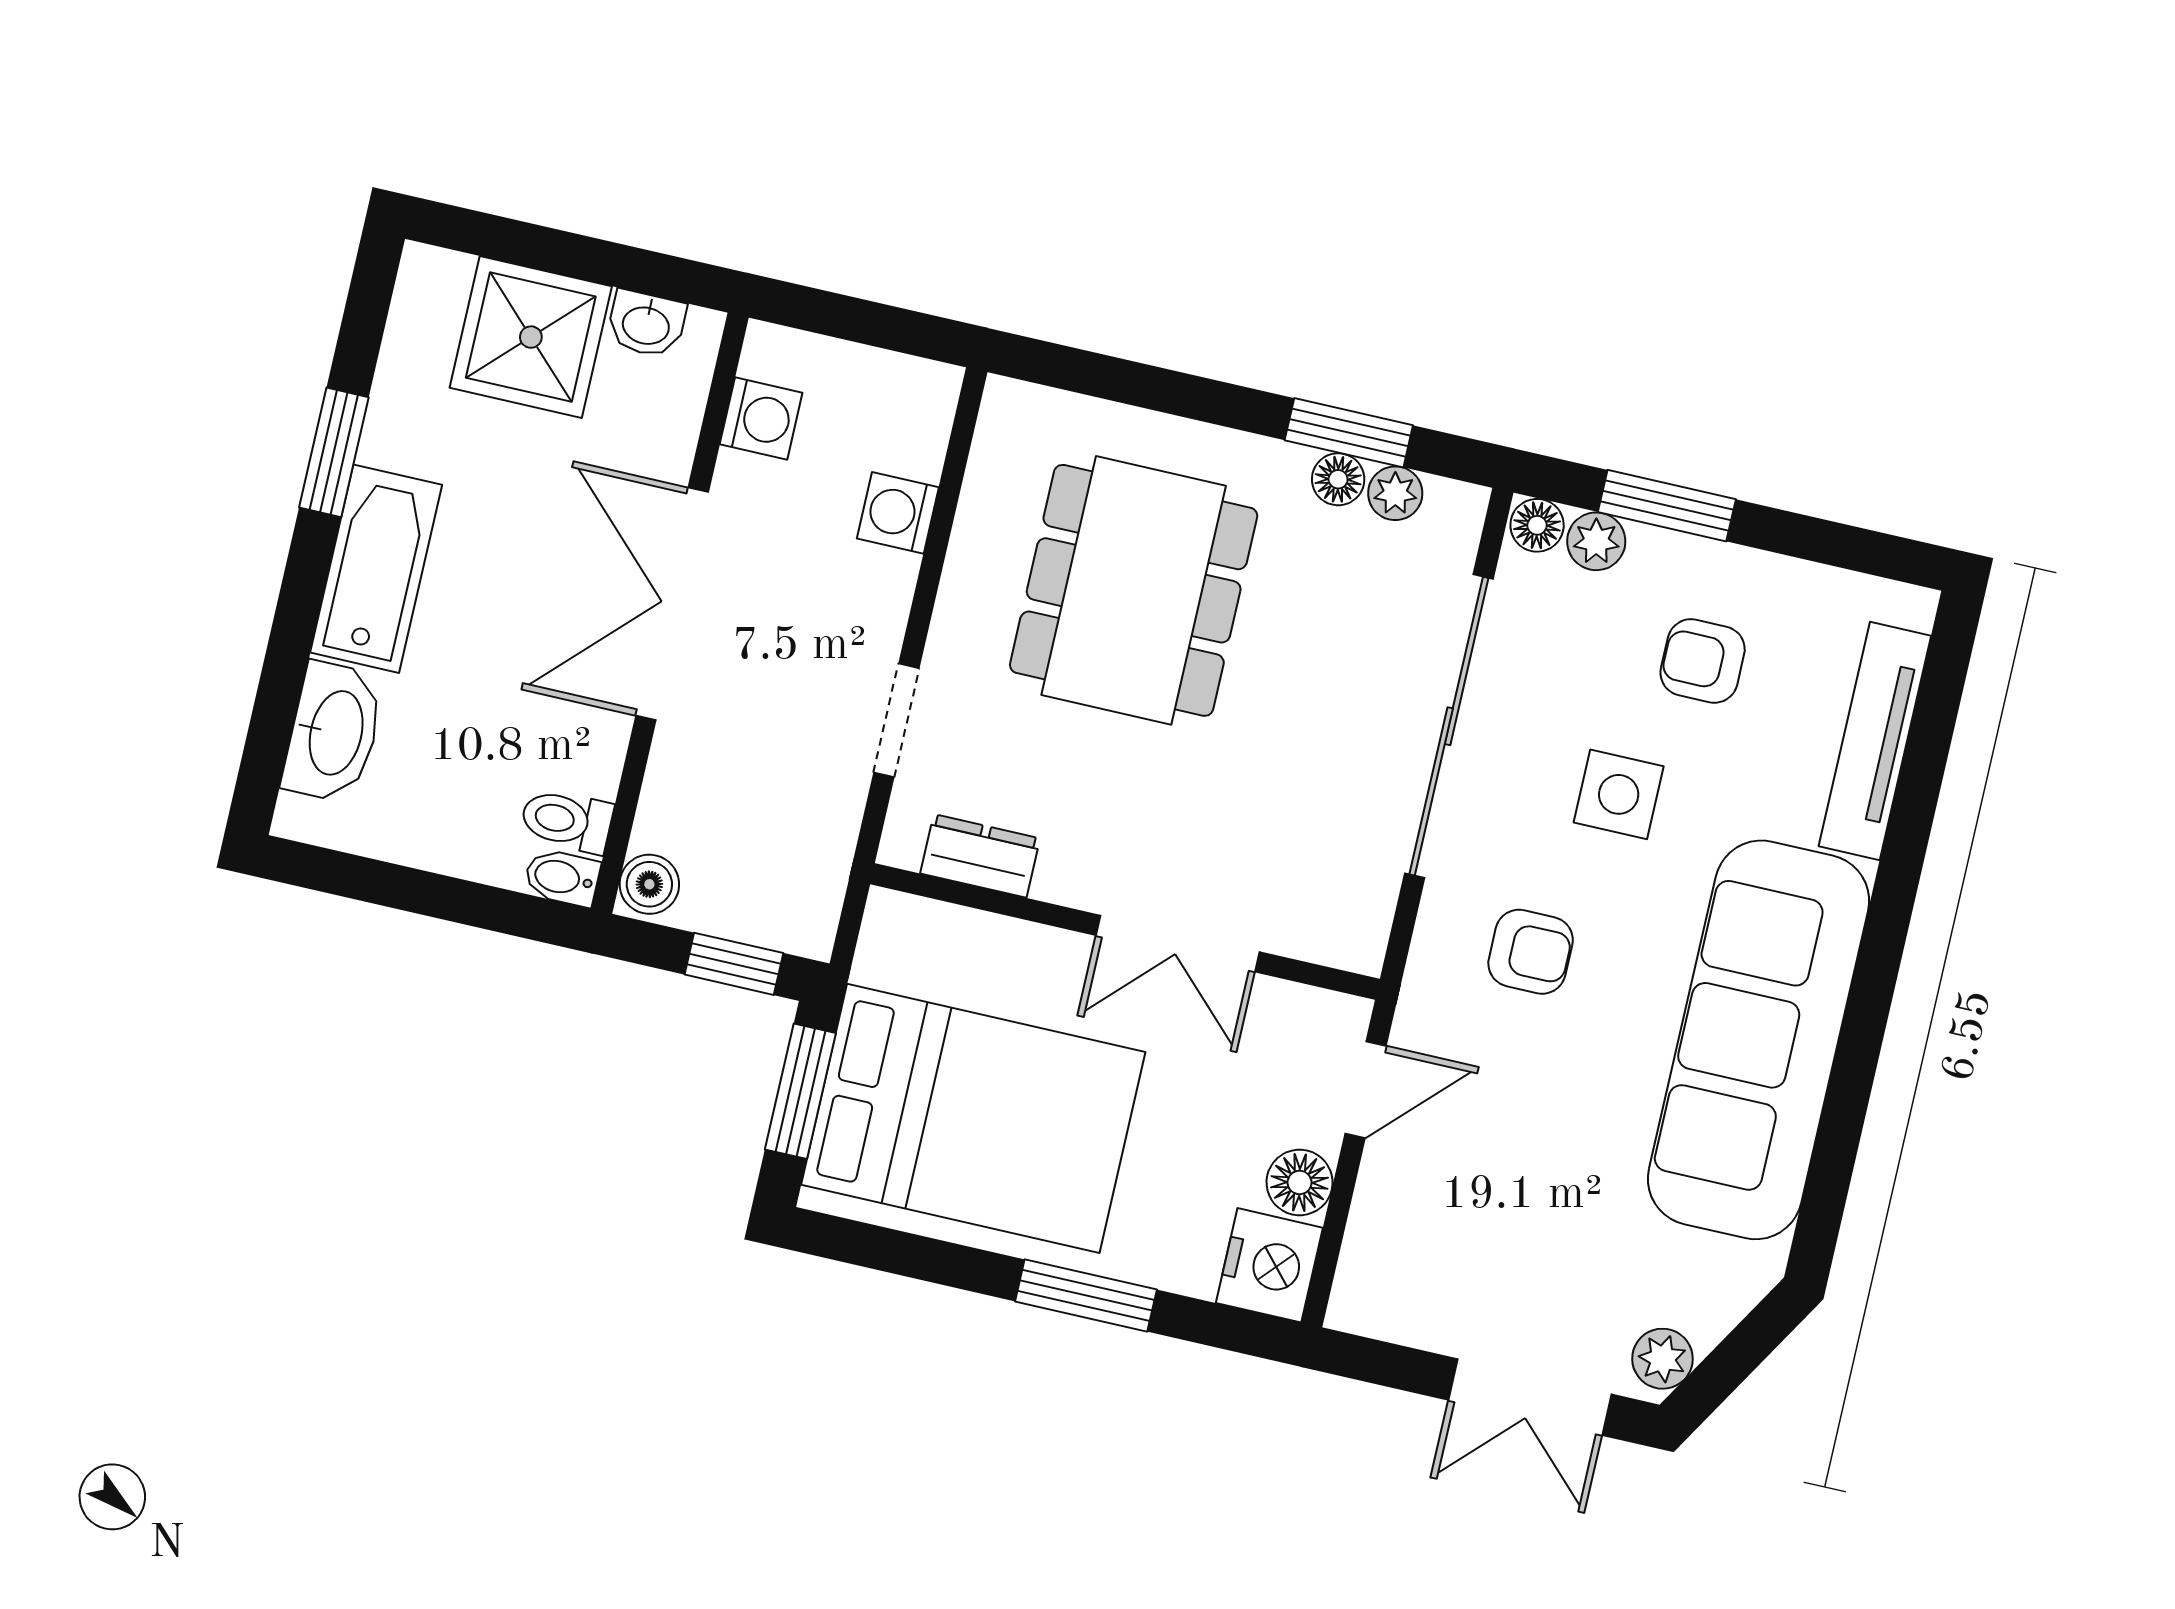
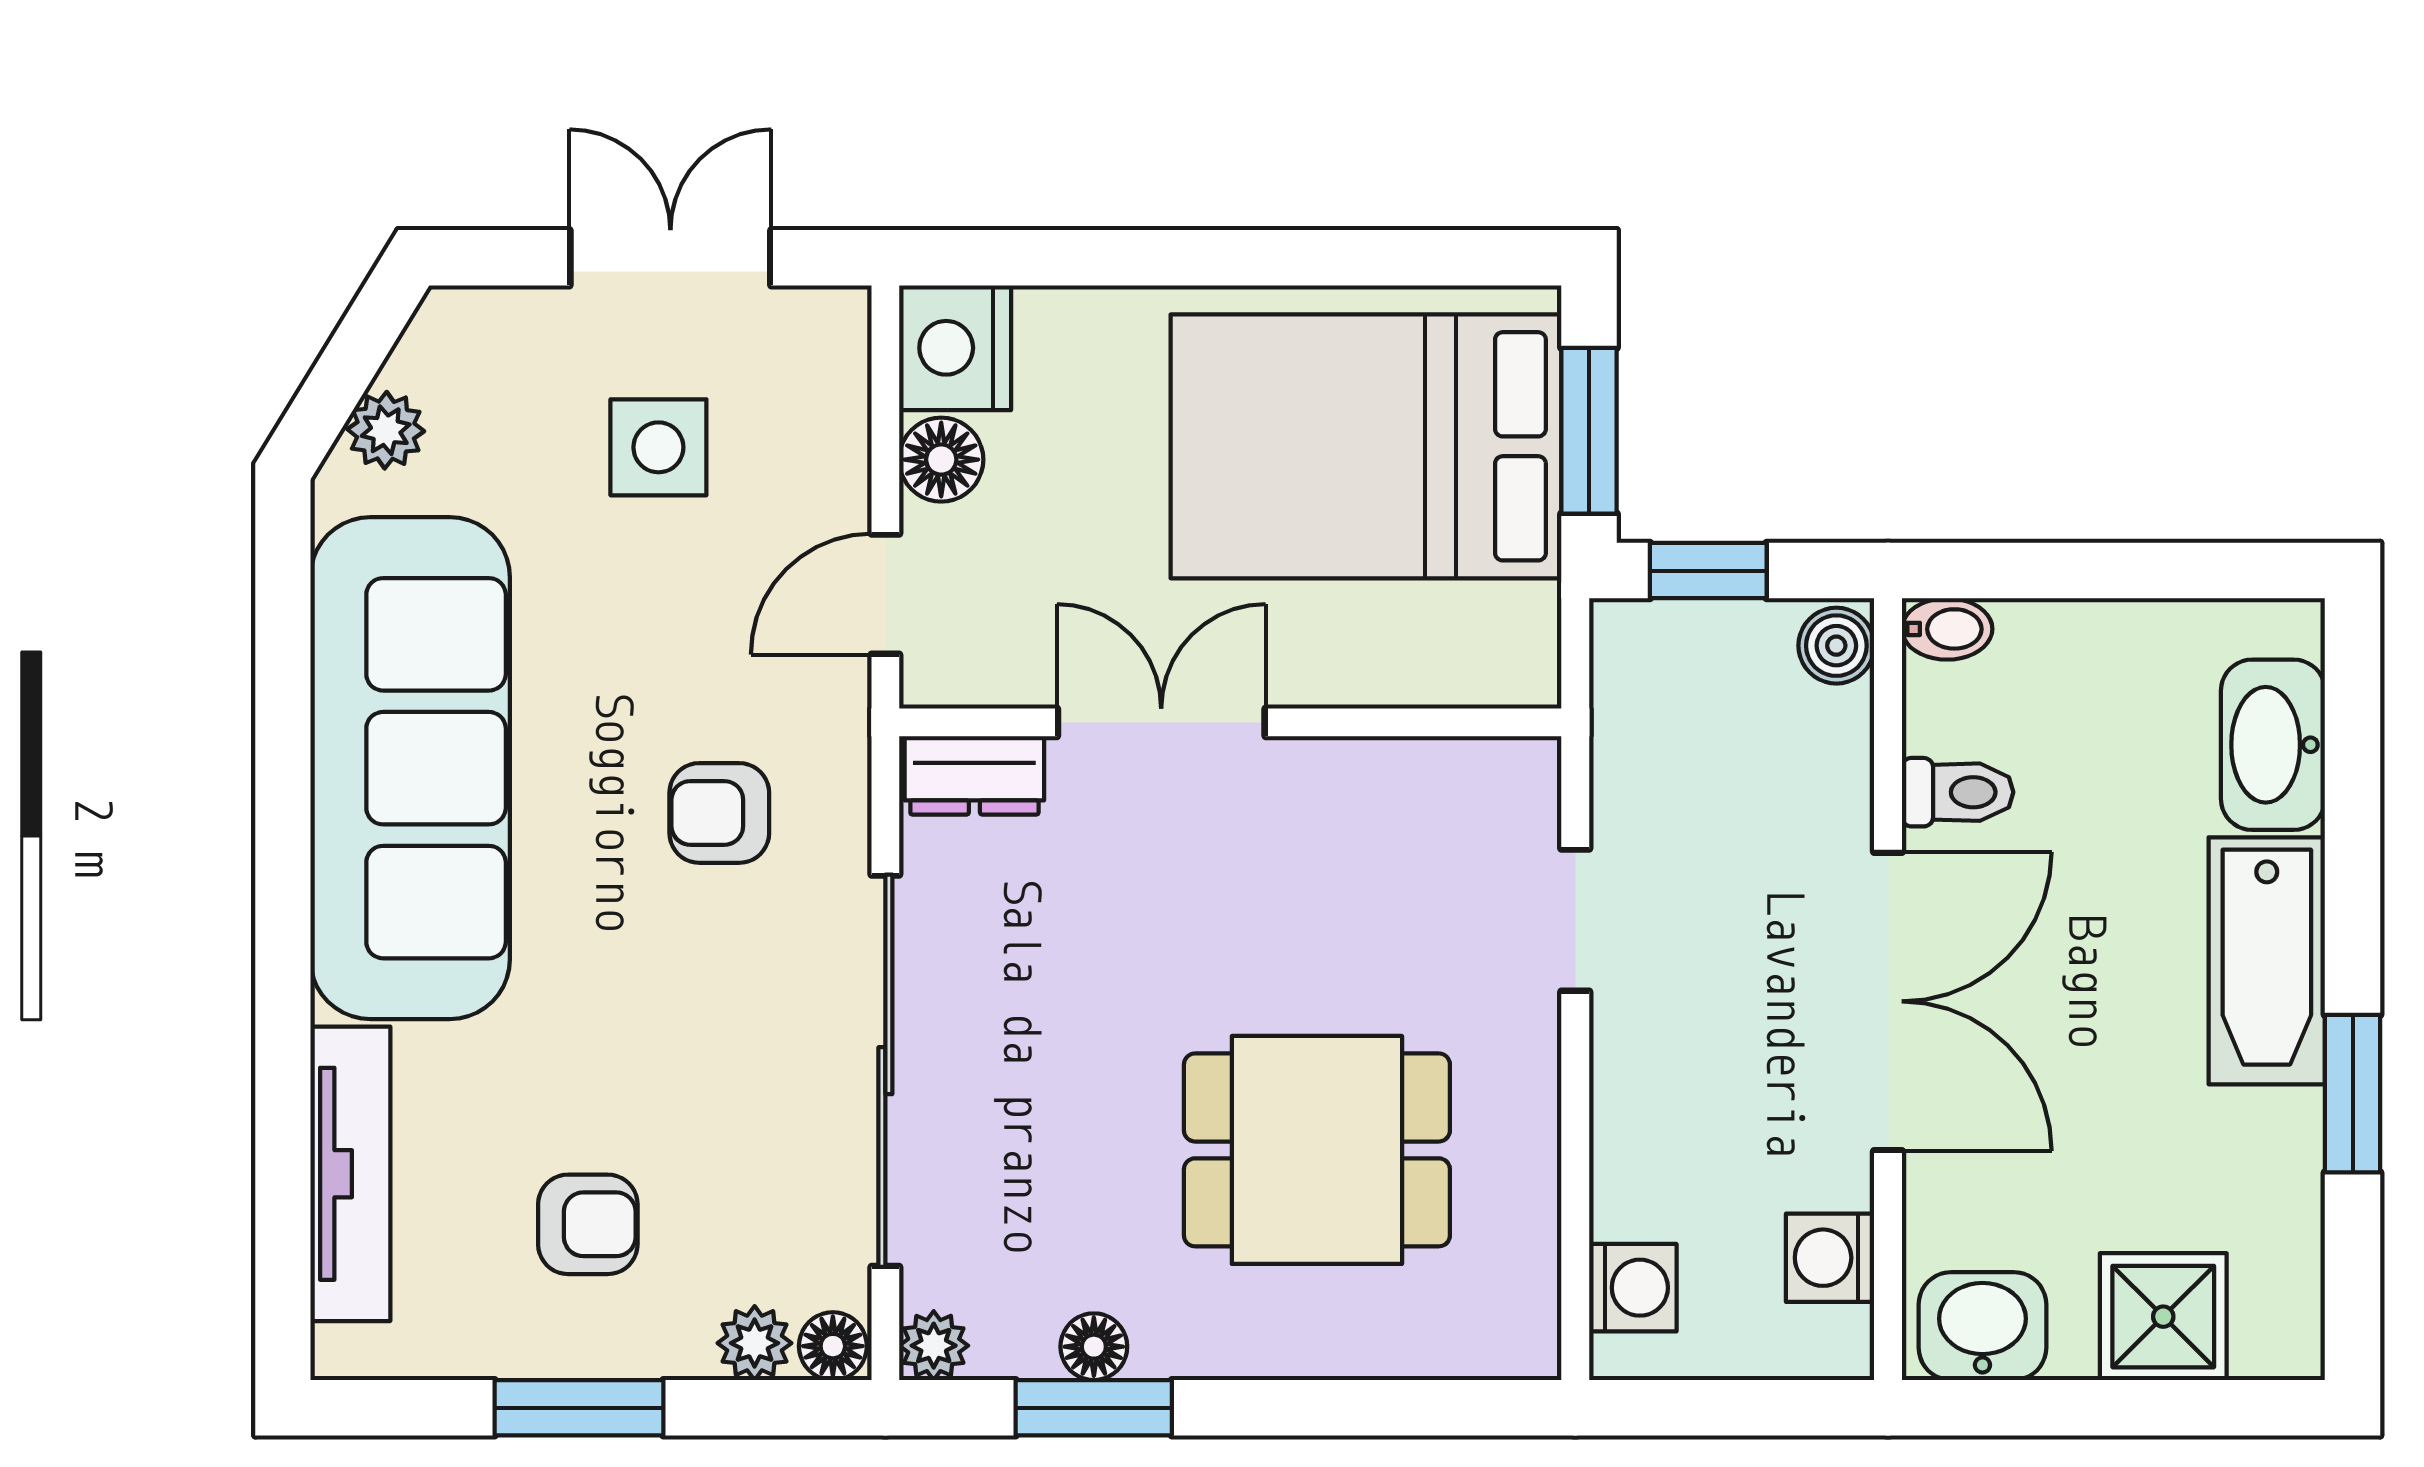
washbasin: (646, 324) -> (1982, 1326), width x1.38, depth x1.45
shower: (531, 337) -> (2163, 1317), width x0.73, depth x0.73
plant: (1395, 493) -> (934, 1346), moved
window: (1667, 506) -> (579, 1408), moved
washing machine: (898, 513) -> (1633, 1288), moved
dining table: (1134, 590) -> (1317, 1150), width x0.73
side table: (1619, 794) -> (658, 447), moved
toilet: (567, 821) -> (1958, 792), moved
dresser: (980, 856) -> (974, 775), moved
window: (1086, 1295) -> (1175, 258), removed
plant: (1662, 1359) -> (386, 430), moved
double door: (1530, 1397) -> (670, 258), moved

